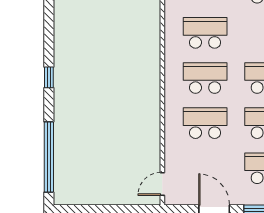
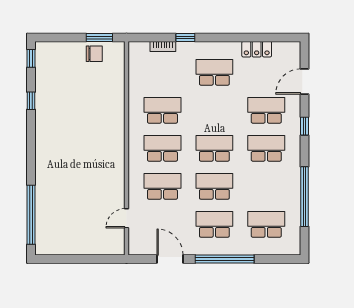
window: (49, 77) -> (31, 101), moved
door: (162, 184) -> (127, 218), moved

